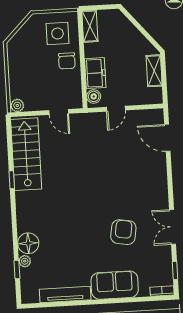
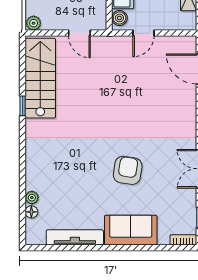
armchair: (123, 232) -> (128, 170), moved
floor lamp: (28, 243) -> (31, 212), moved, width x0.53, depth x0.53
window: (17, 269) -> (23, 206), removed

